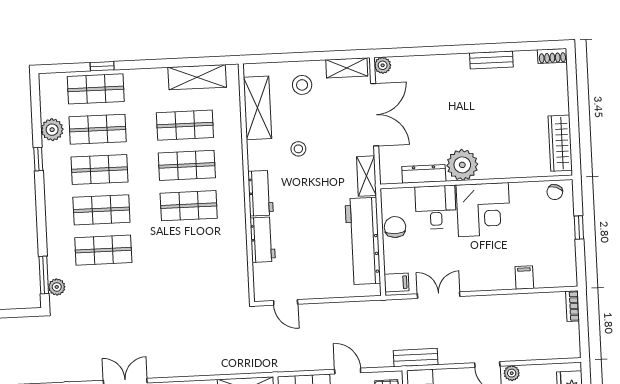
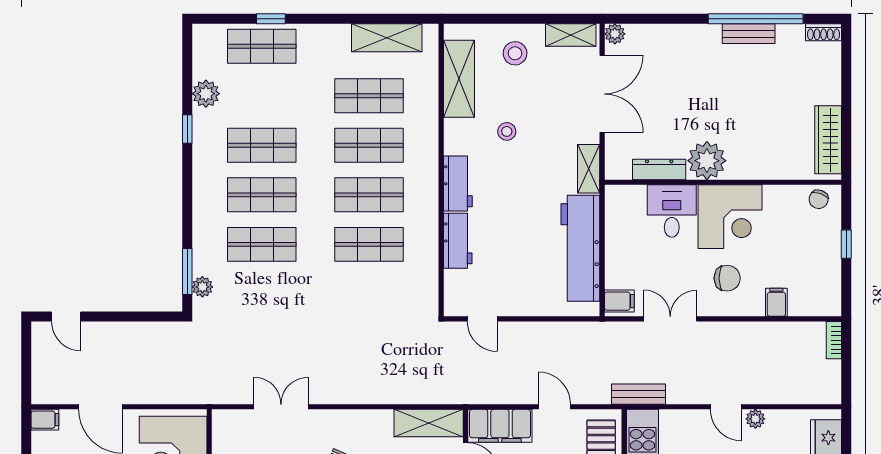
window: (496, 48) -> (756, 19), added
shop shelf: (98, 129) -> (369, 244), moved
chair: (395, 227) -> (727, 278), moved, turned 90

